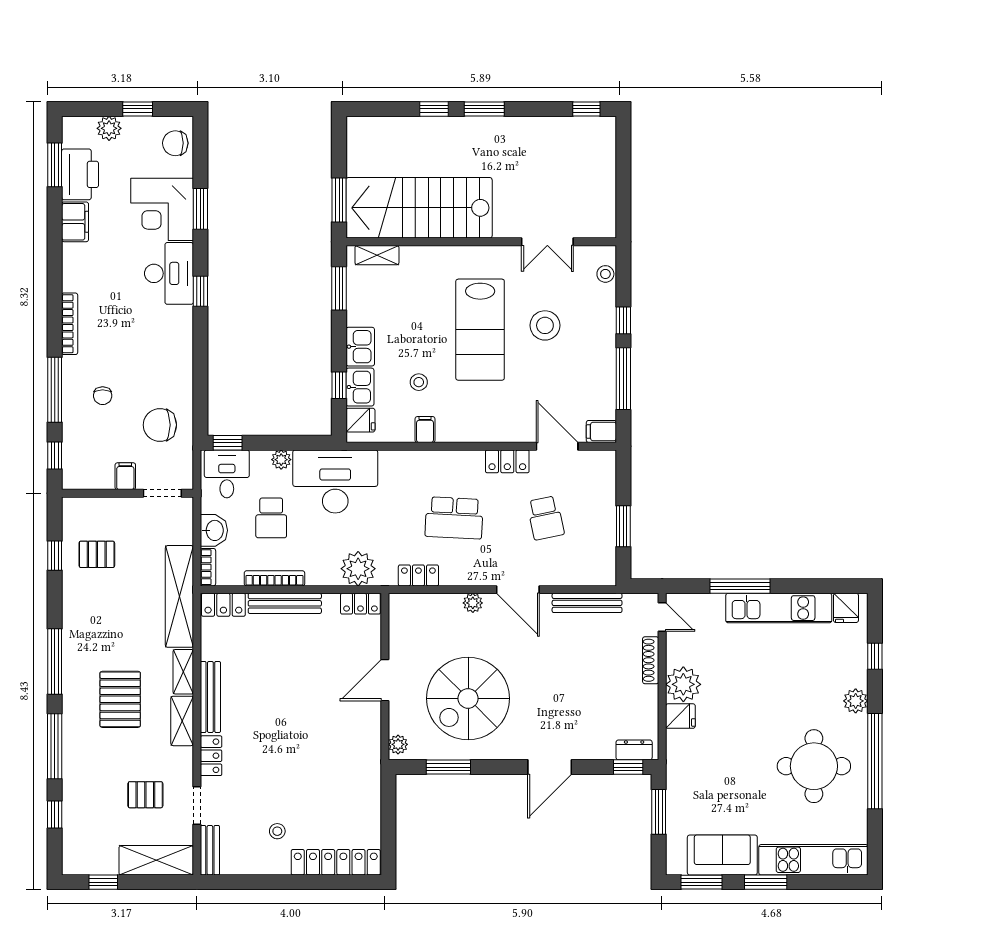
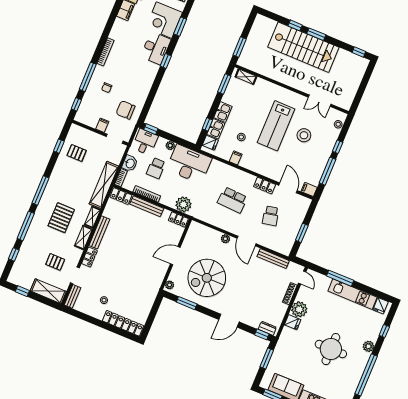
stairs: (419, 208) -> (303, 47), moved, turned 180
locker: (418, 575) -> (207, 218), removed
round table: (814, 766) -> (331, 349), moved

